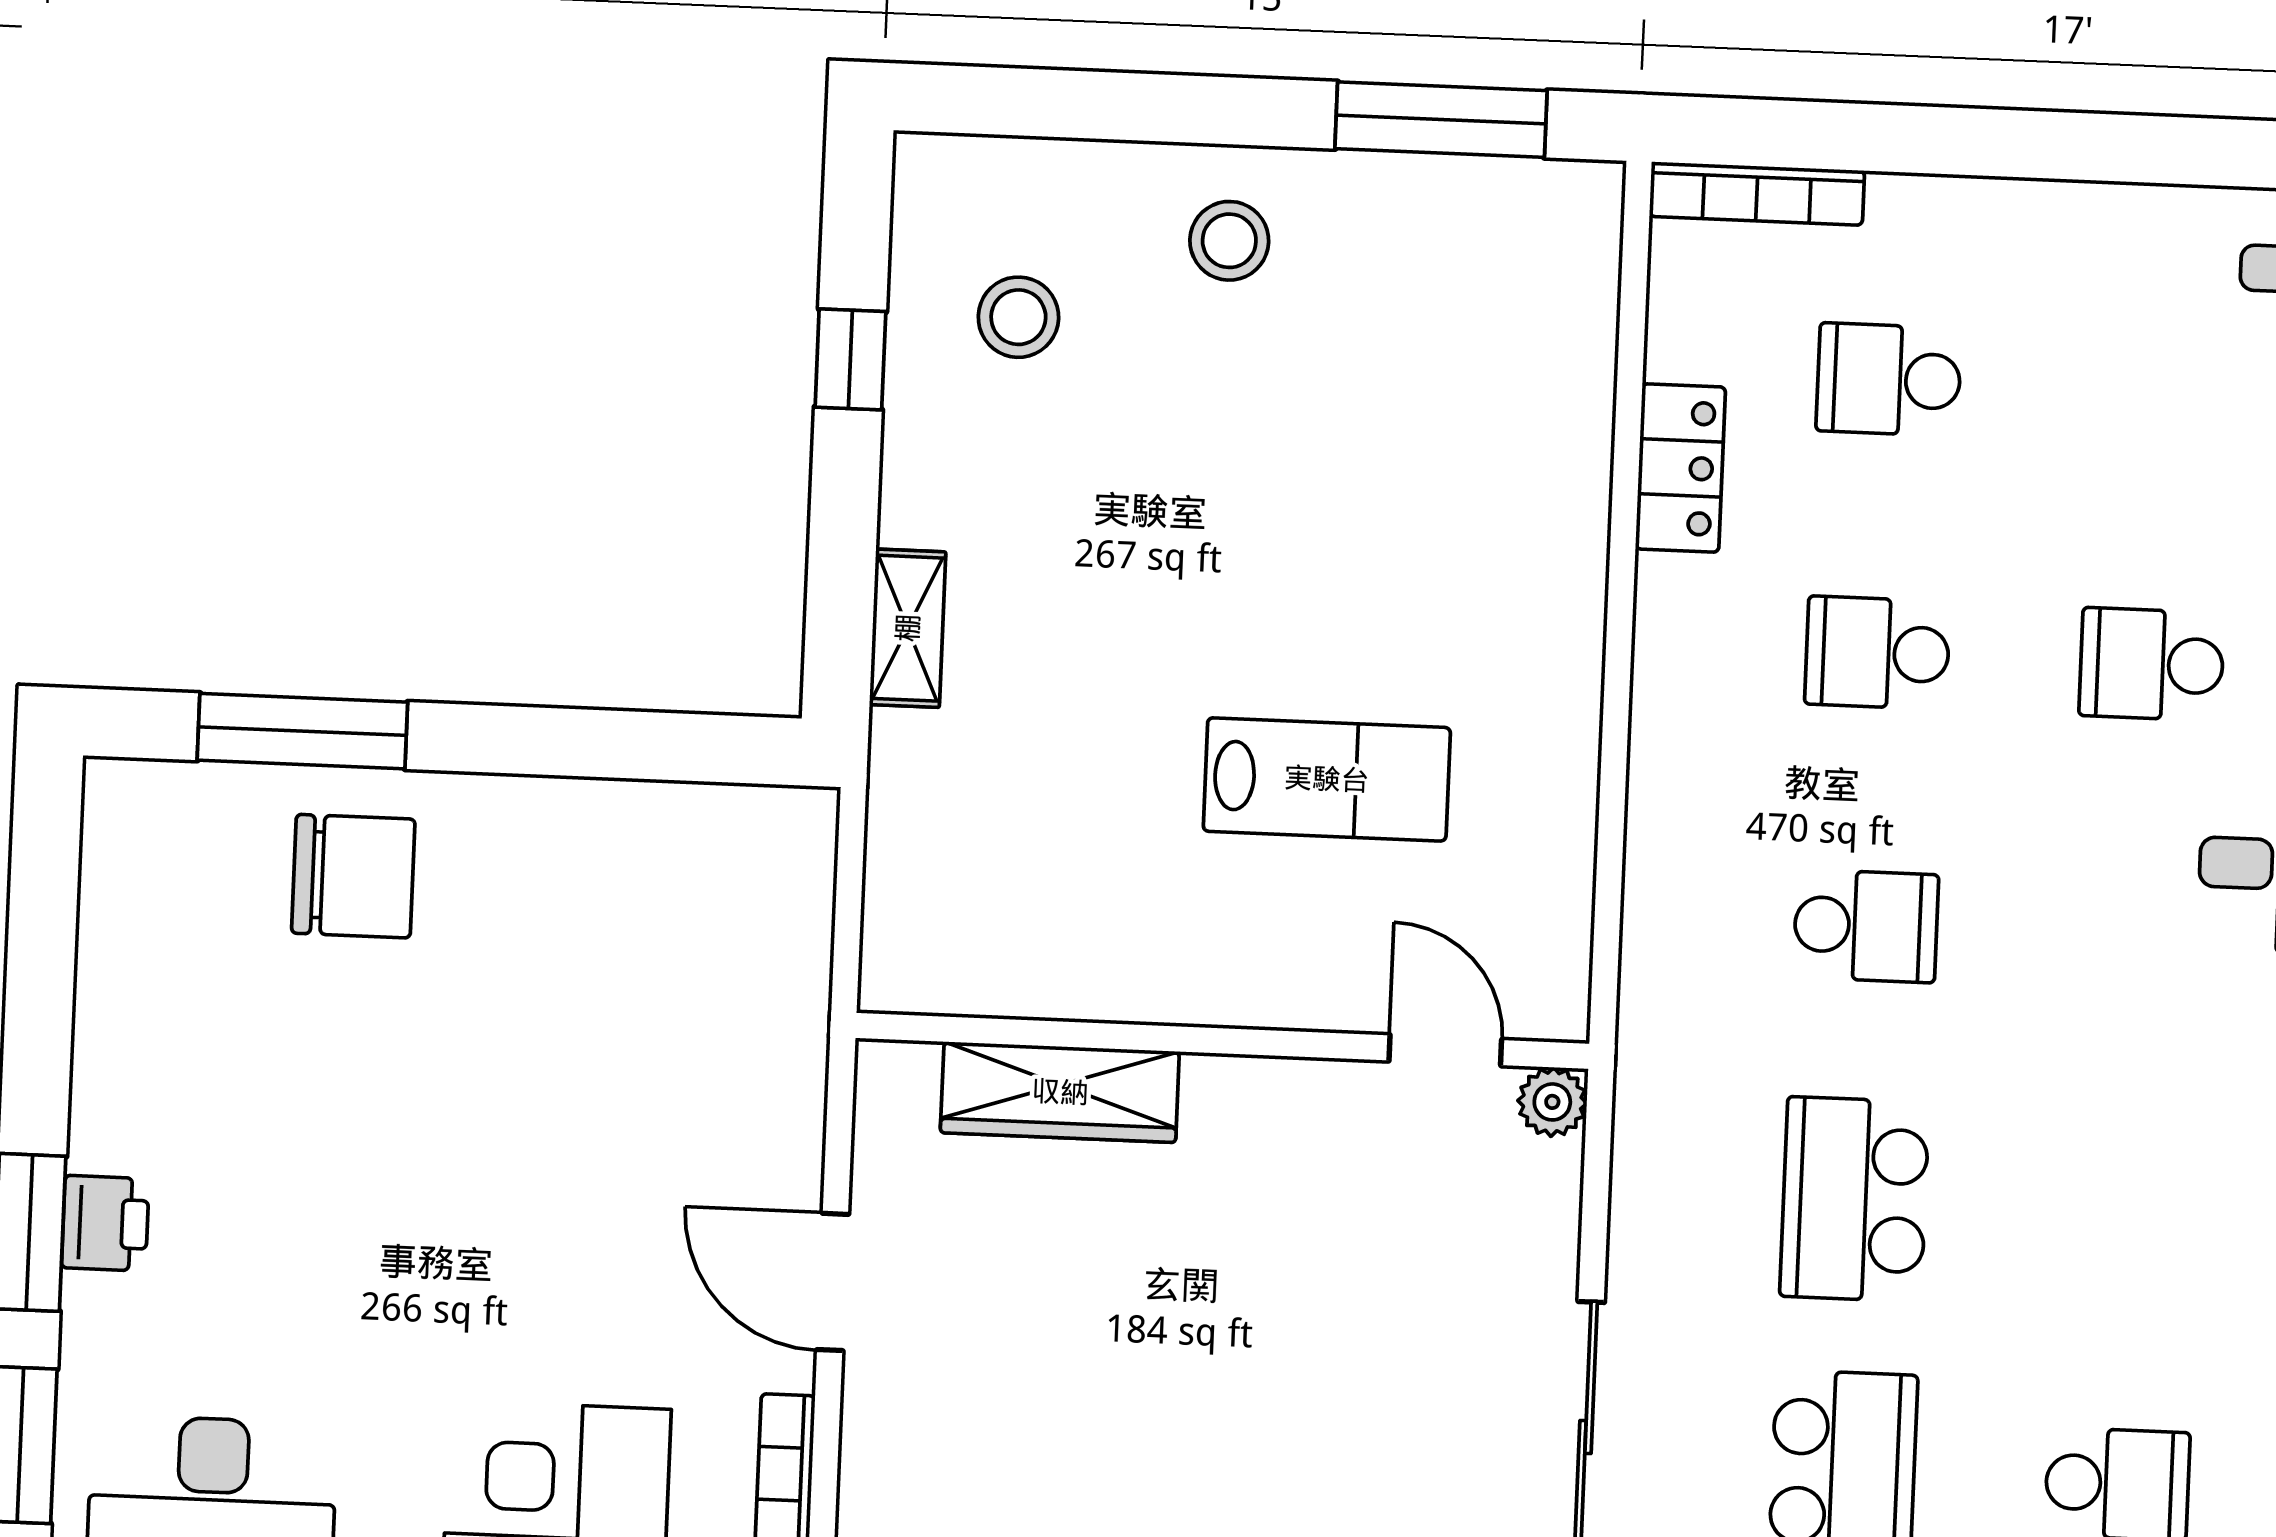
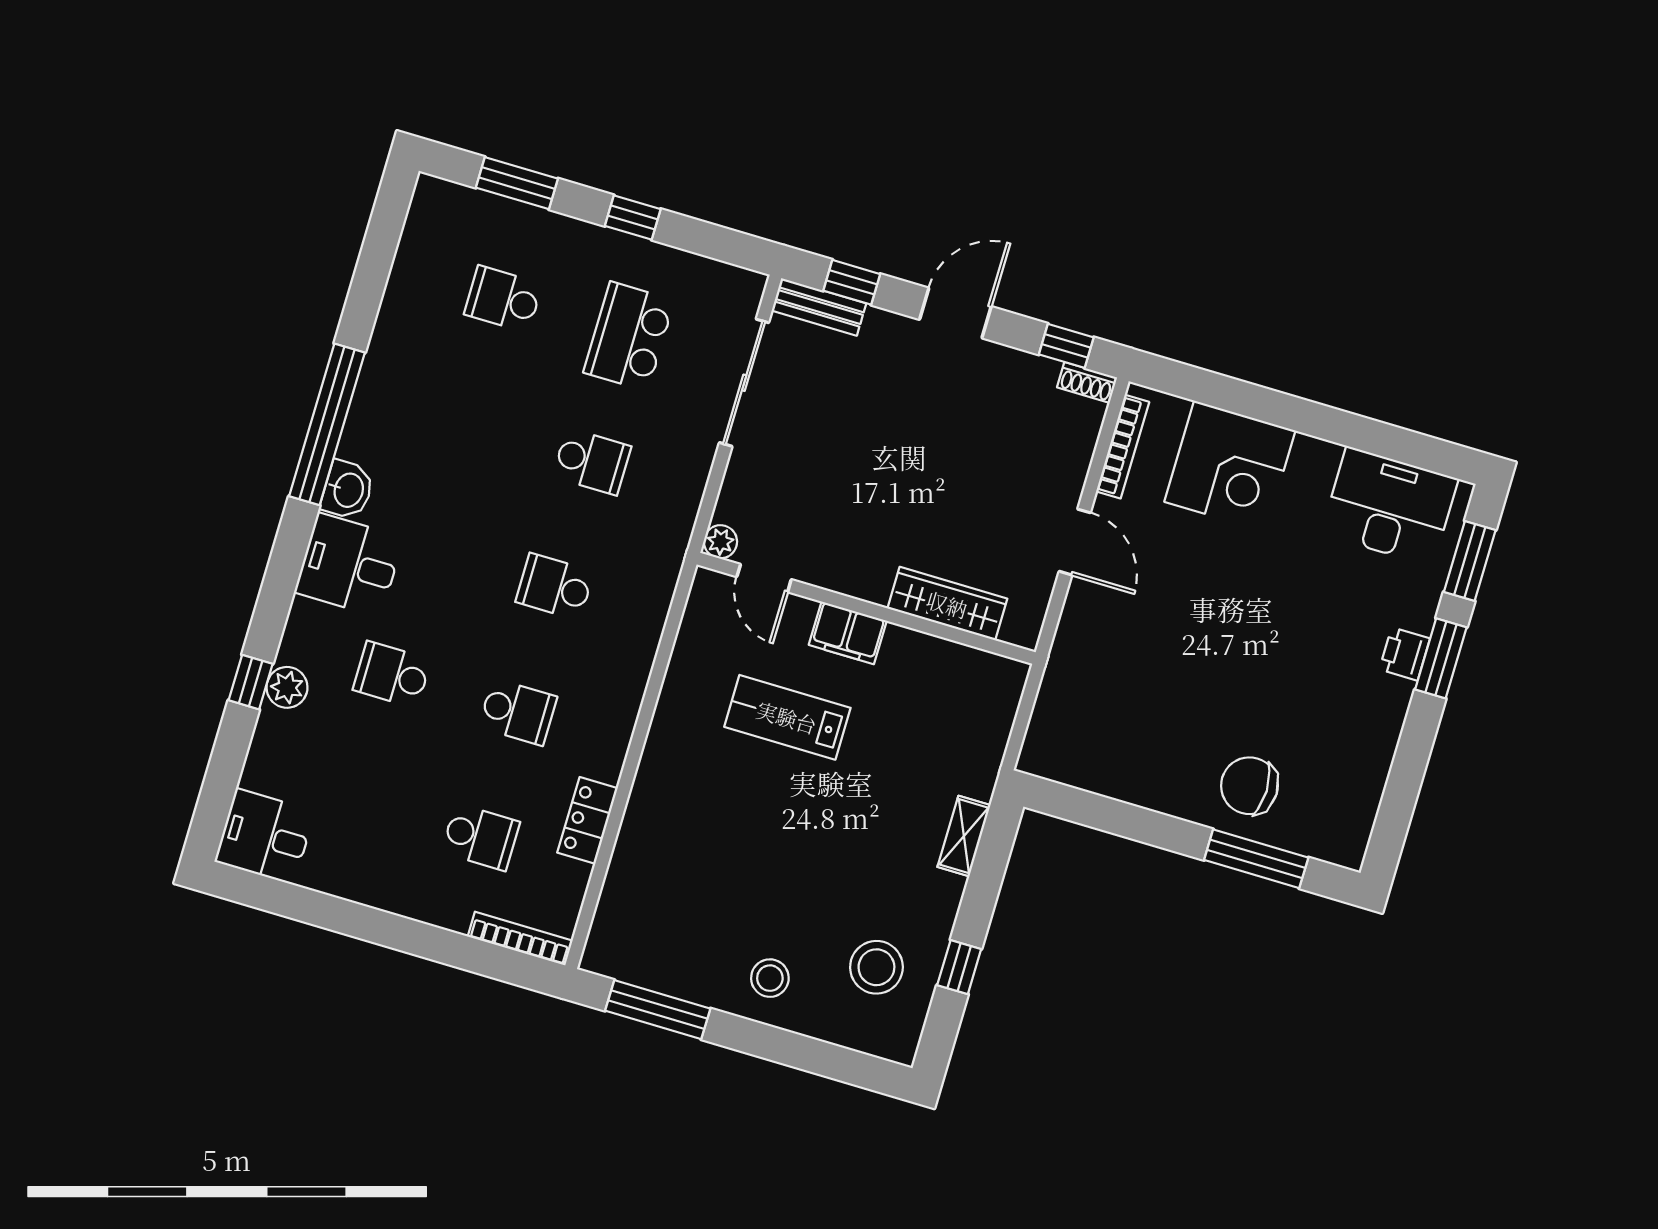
stool: (1018, 317) -> (876, 967), width x1.38, depth x1.38
school desk: (2152, 664) -> (392, 675), turned 180
filing cabinet: (1247, 982) -> (848, 633), added
school desk: (1854, 1199) -> (592, 462), width x0.54

